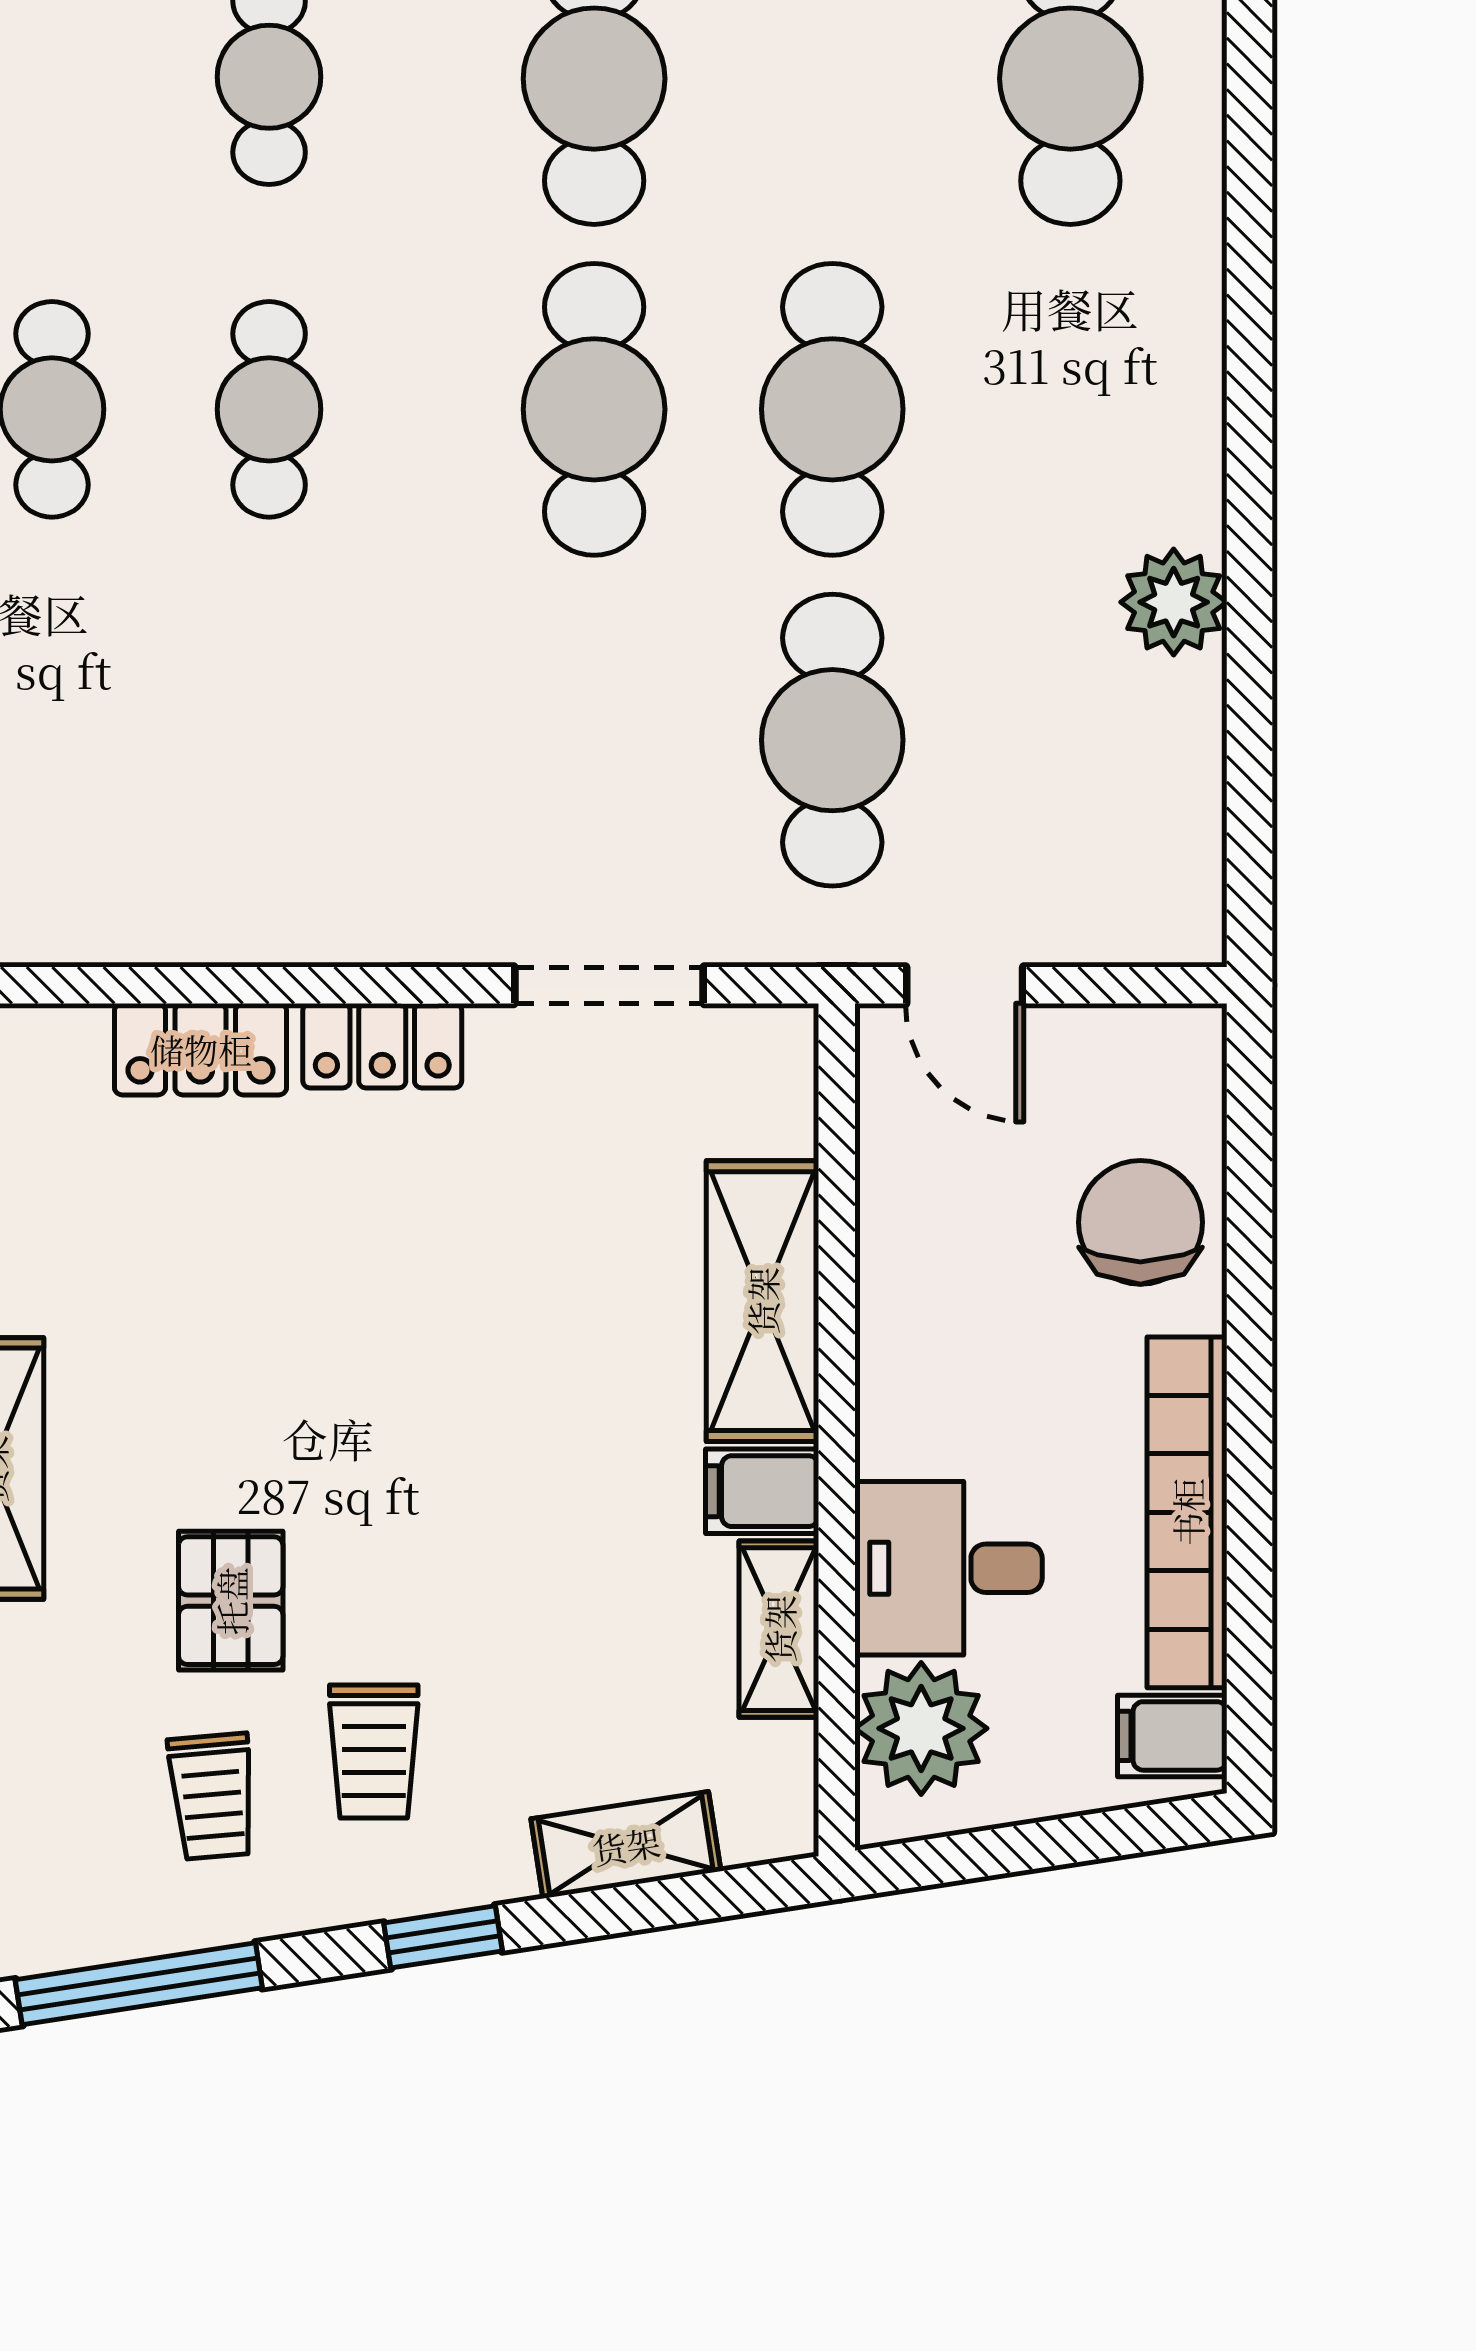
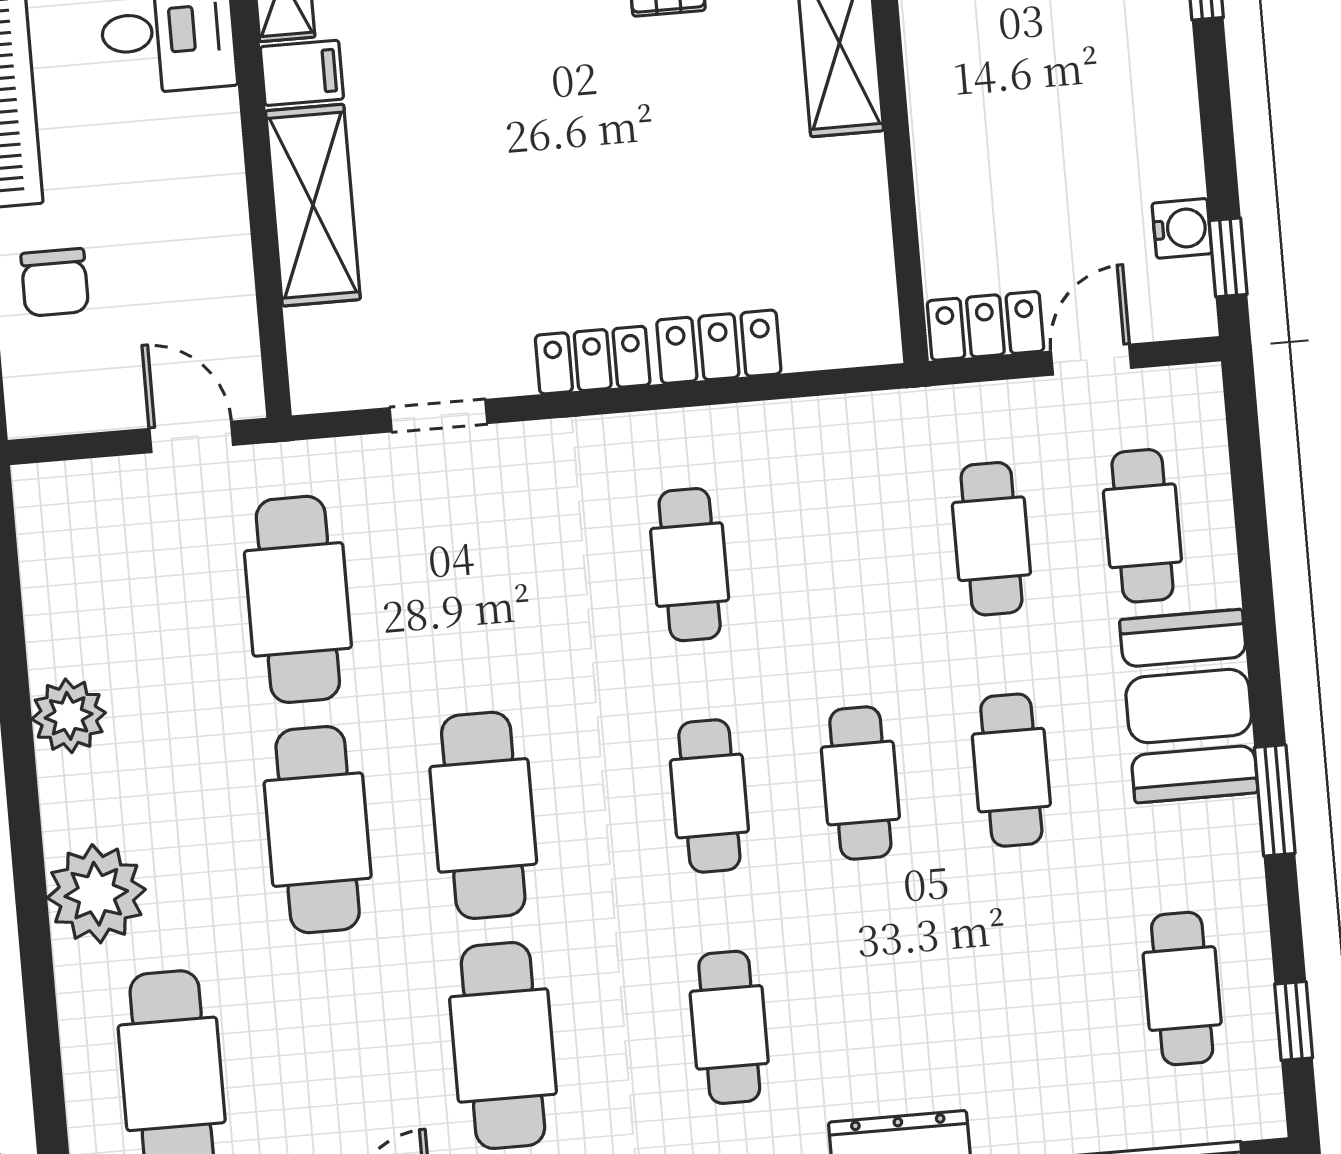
plant: (1156, 345) -> (96, 894), added
cafe table: (269, 742) -> (690, 565), added
doorway: (609, 985) -> (439, 416), width x0.73
chair: (1140, 1222) -> (55, 282), width x0.73, depth x0.73

